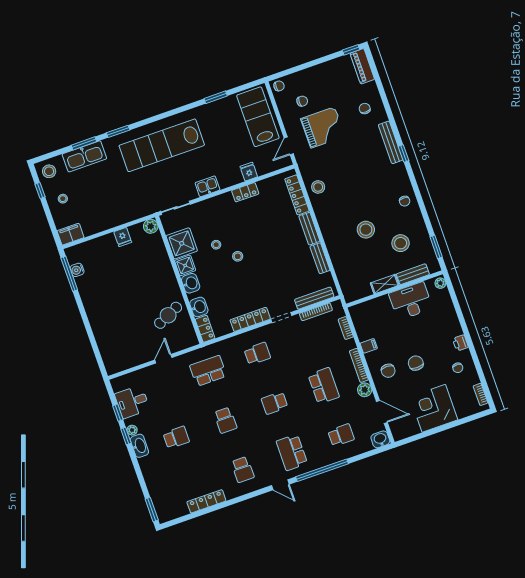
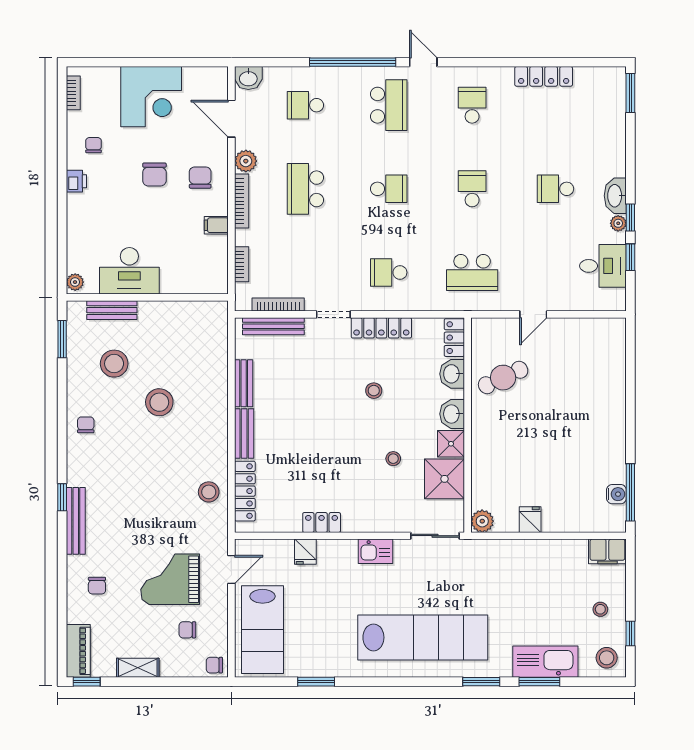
stool: (238, 256) -> (374, 391), moved
shelving: (385, 284) -> (138, 668), moved

